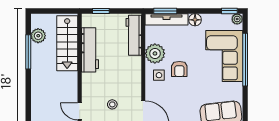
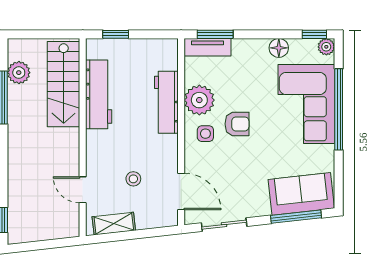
tv unit: (166, 19) -> (208, 47), width x0.71
floor lamp: (195, 20) -> (279, 48), moved
workbench: (134, 35) -> (166, 102), moved
armchair: (179, 69) -> (237, 124), turned -90

